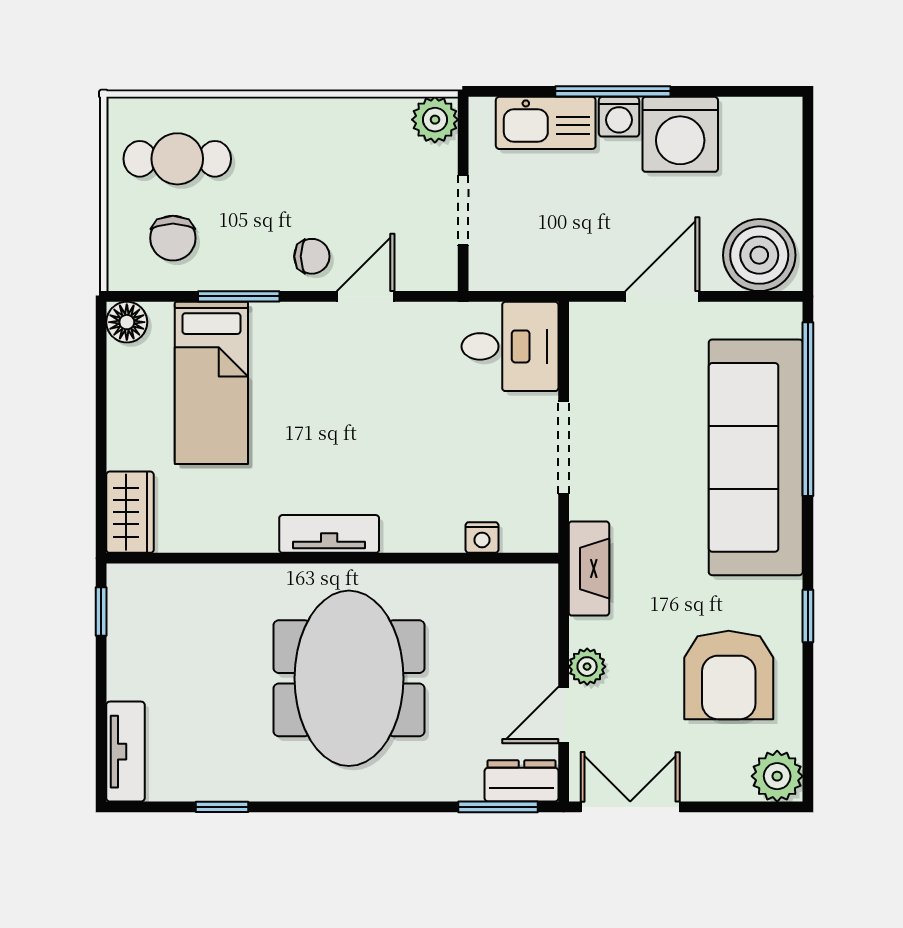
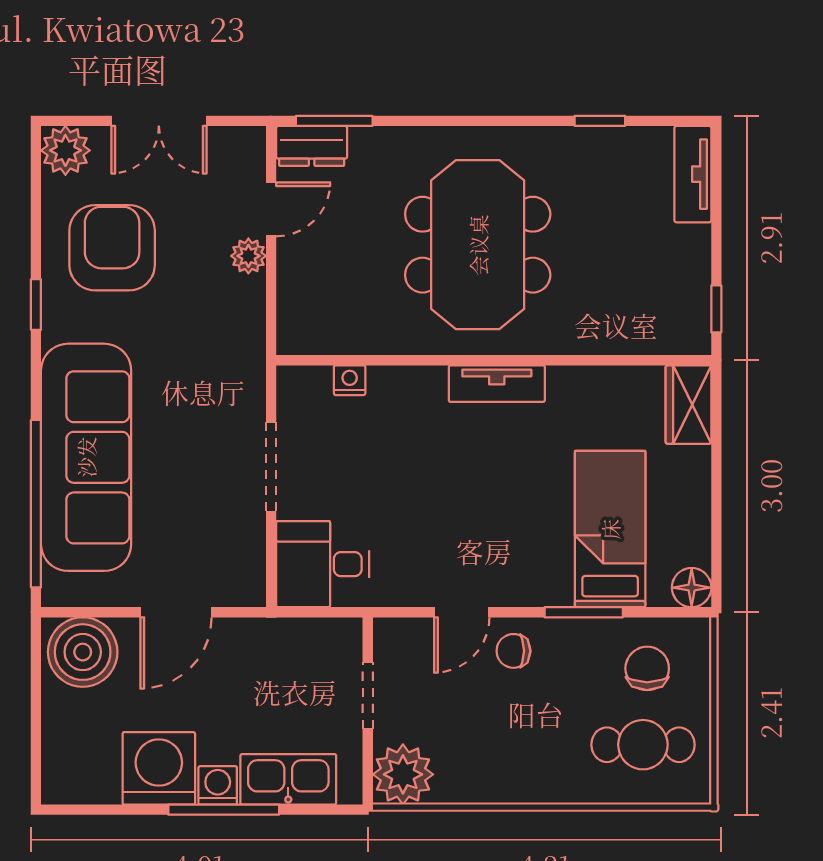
plant: (435, 120) -> (403, 774), width x1.36, depth x1.36
fireplace: (589, 568) -> (247, 350), removed
double door: (630, 807) -> (159, 121), moved

